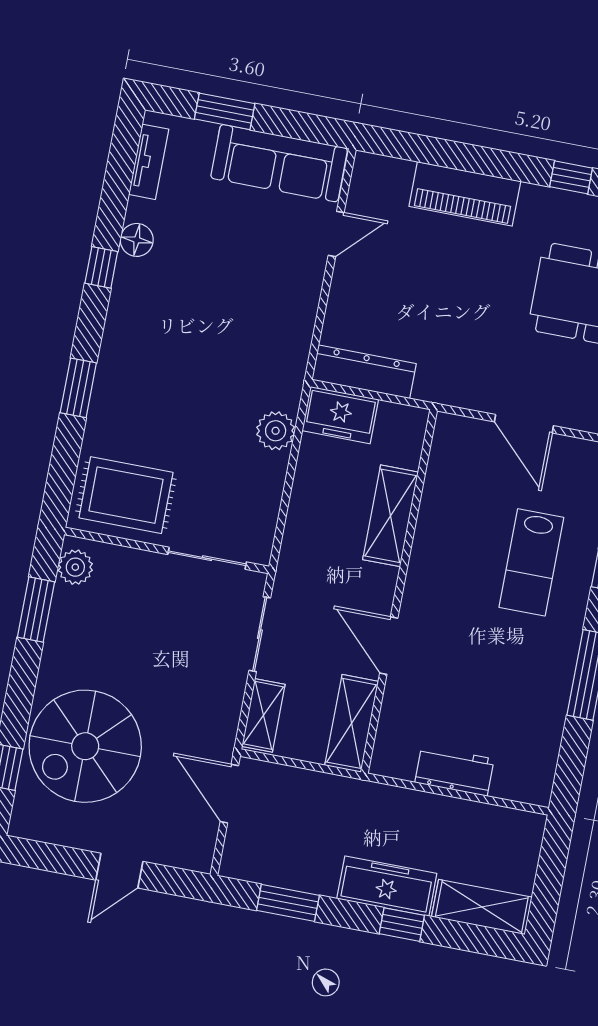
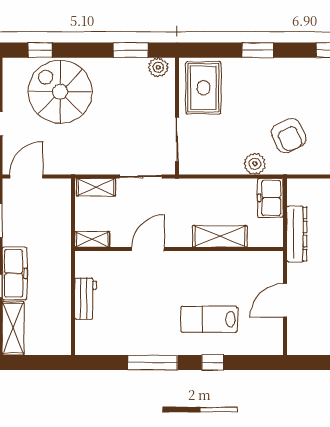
armchair: (237, 362) -> (289, 135), added
dresser: (364, 372) -> (297, 234), moved
shelving: (352, 723) -> (92, 239), width x0.67, depth x0.75
door: (229, 794) -> (26, 177), moved

